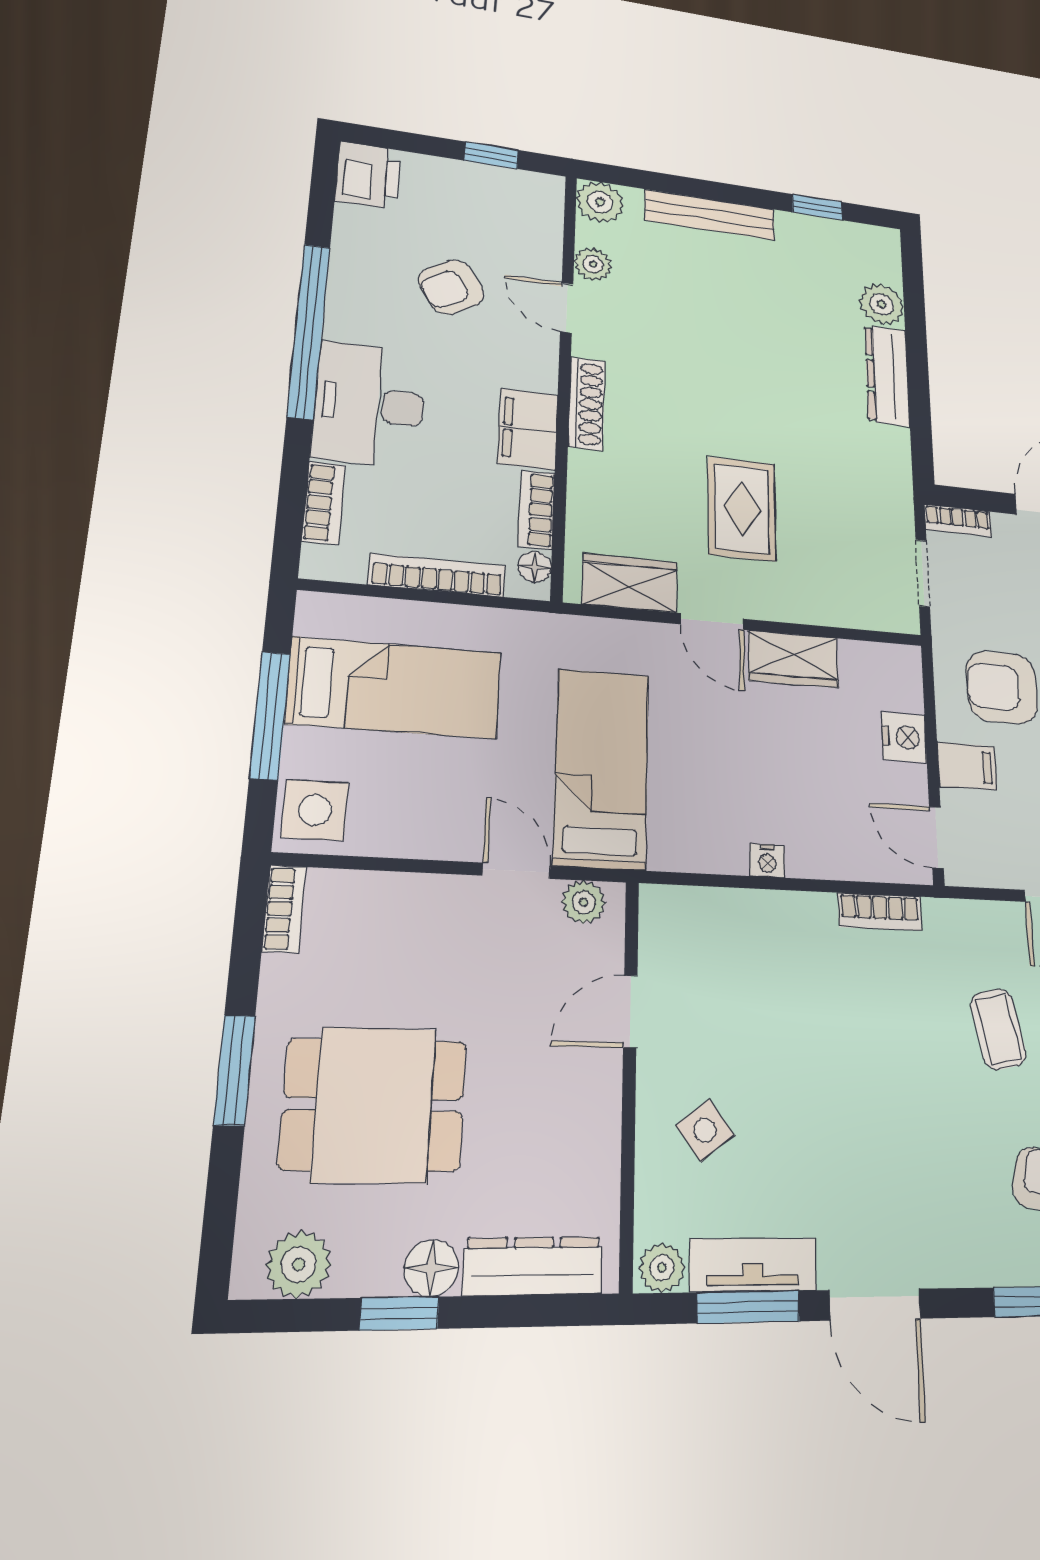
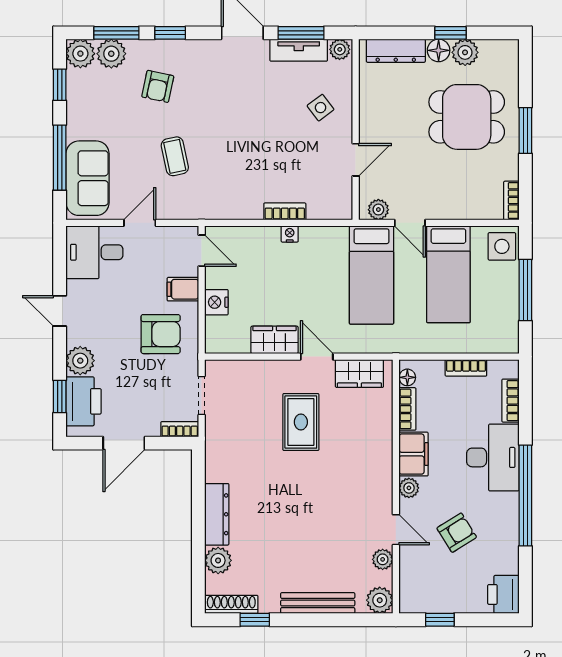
plant: (539, 373) -> (409, 488), added
shoe rack: (586, 404) -> (231, 604), moved, turned 90
bookcase: (437, 575) -> (466, 368), width x0.64
bed: (395, 688) -> (448, 274), moved, turned -90
bookcase: (880, 912) -> (285, 211), moved
plant: (299, 1265) -> (465, 52), moved

